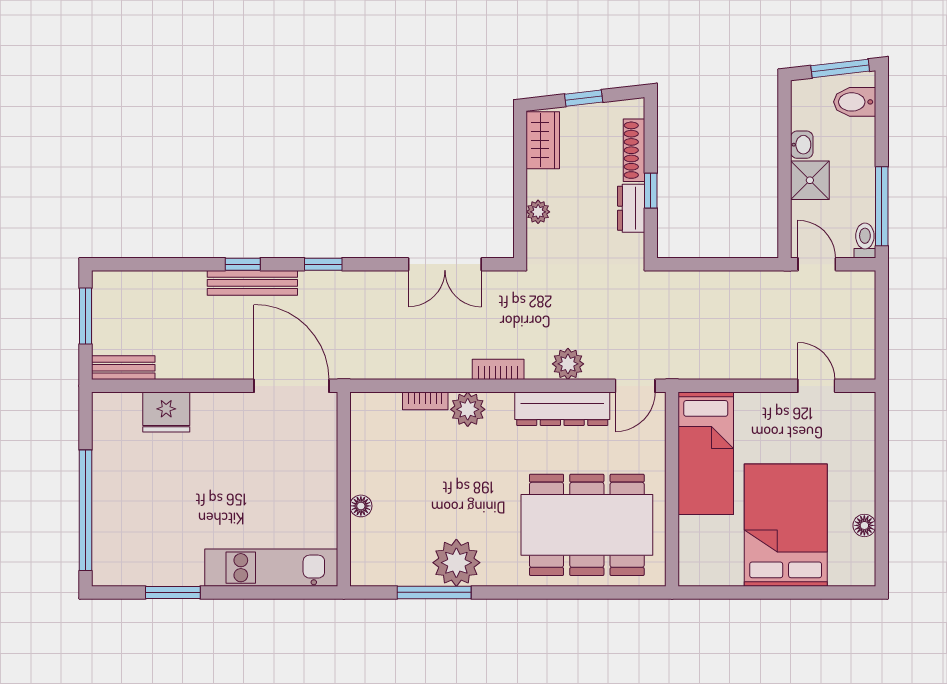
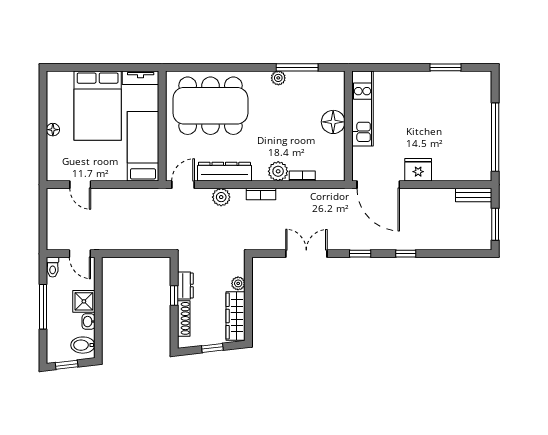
window: (840, 68) -> (67, 365), width x0.67
bidet: (855, 102) -> (83, 345), moved, turned 180
wardrobe: (543, 140) -> (235, 316), width x1.50
window: (882, 206) -> (43, 307), moved
double door: (445, 264) -> (306, 254), moved
bench: (252, 283) -> (400, 243), removed
fridge: (166, 412) -> (418, 170), moved
floor lamp: (361, 506) -> (333, 122), width x1.89, depth x1.89
window: (85, 510) -> (495, 137), moved
floor lamp: (864, 525) -> (53, 130), moved
plant: (456, 563) -> (278, 78), width x0.53, depth x0.53
kitchen unit: (271, 568) -> (363, 108), moved, turned -90
tv unit: (710, 574) -> (141, 78), added

